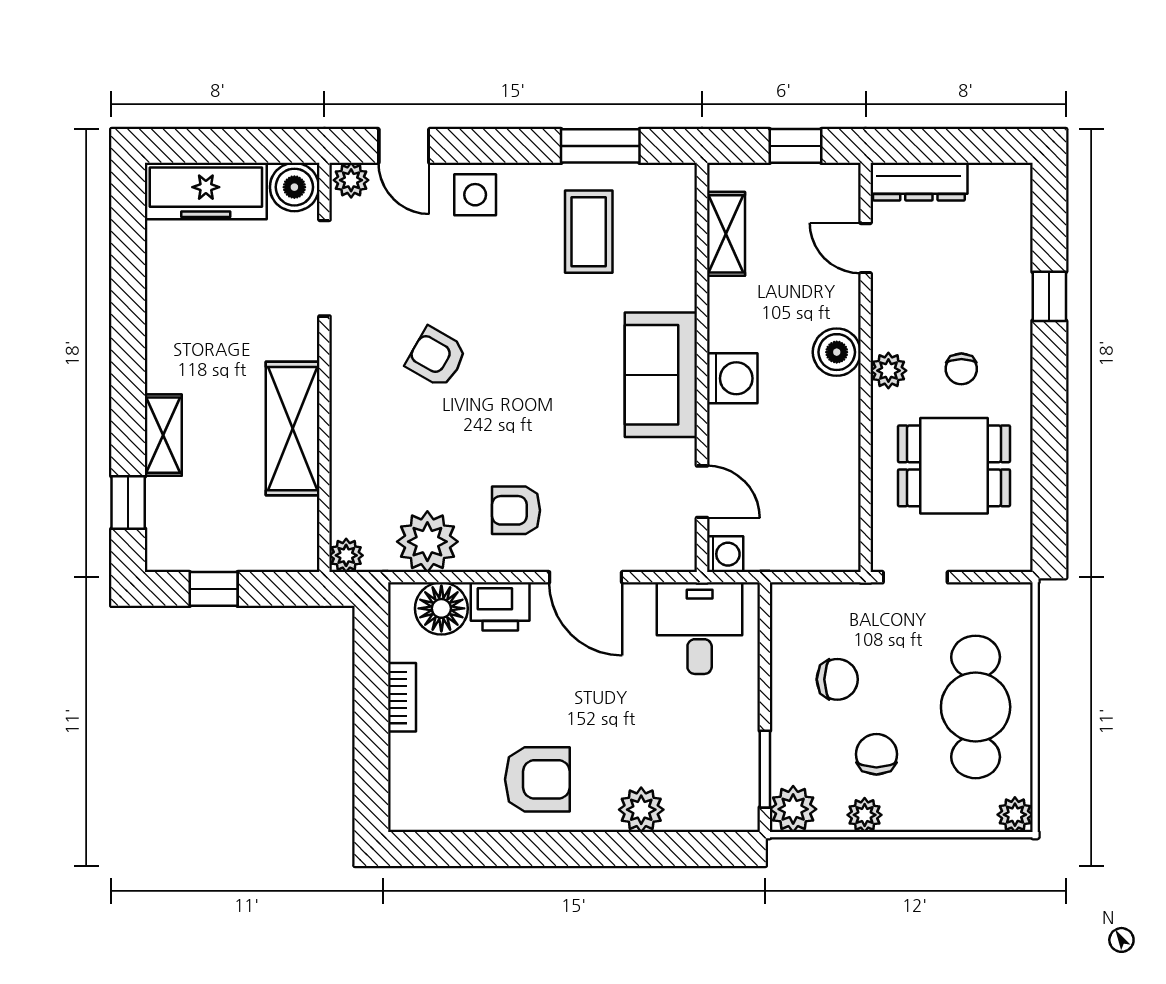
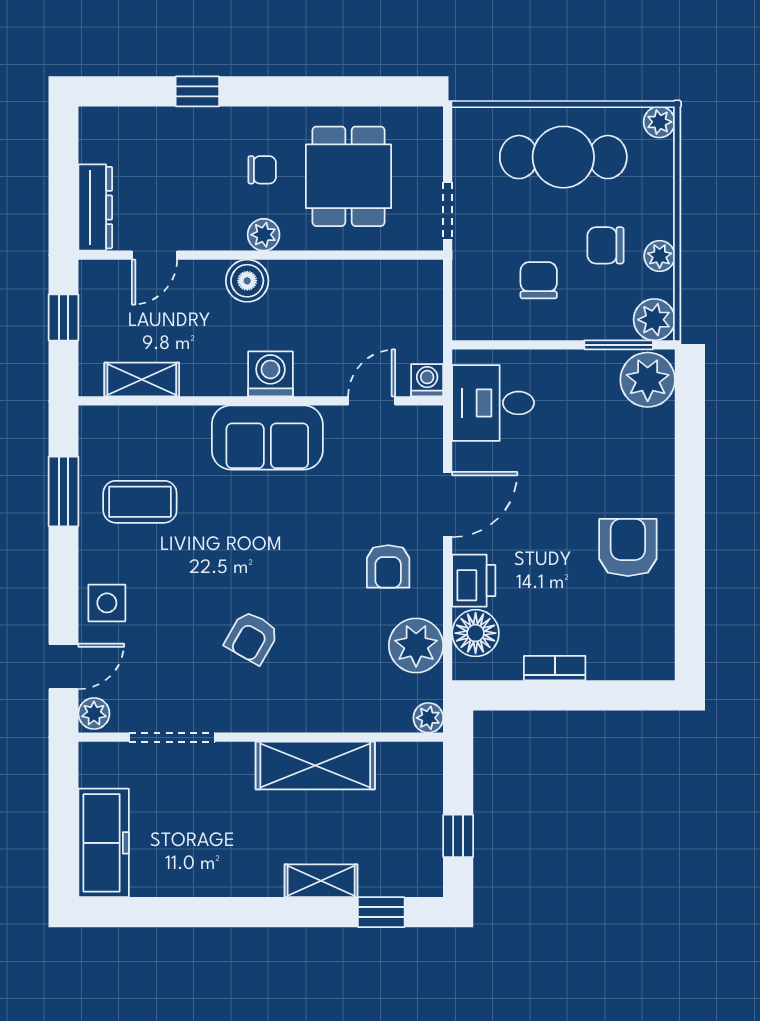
boiler: (294, 187) -> (100, 764), removed
plant: (641, 810) -> (648, 380), moved, width x1.36, depth x1.36

